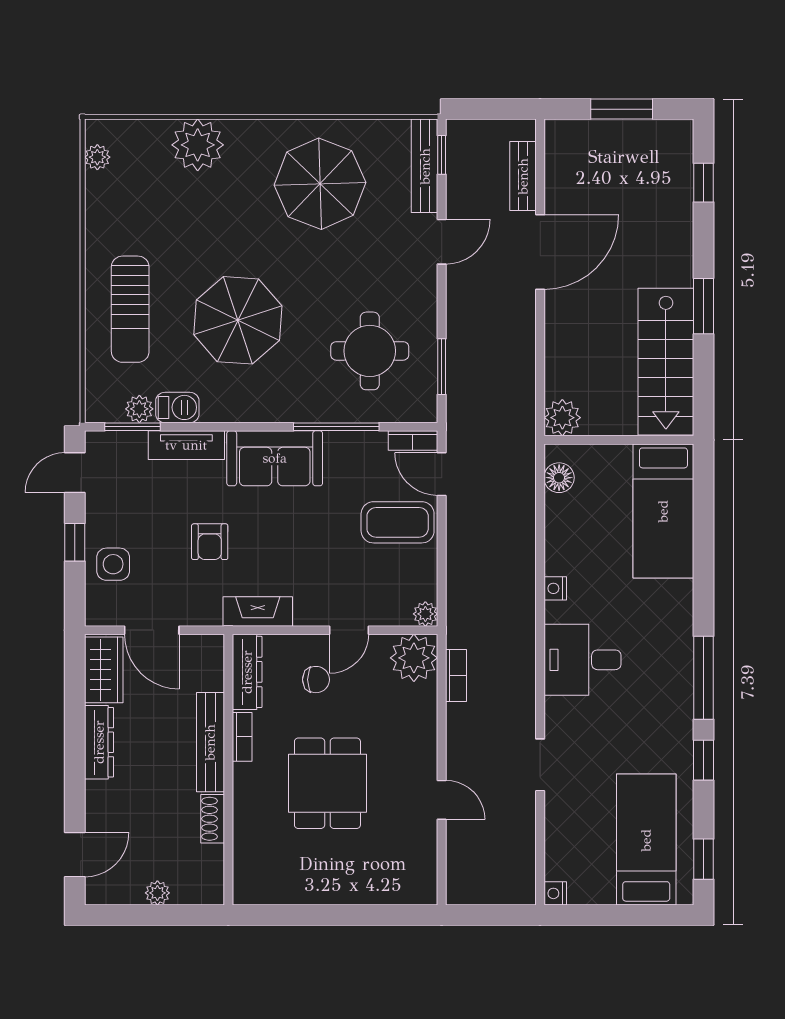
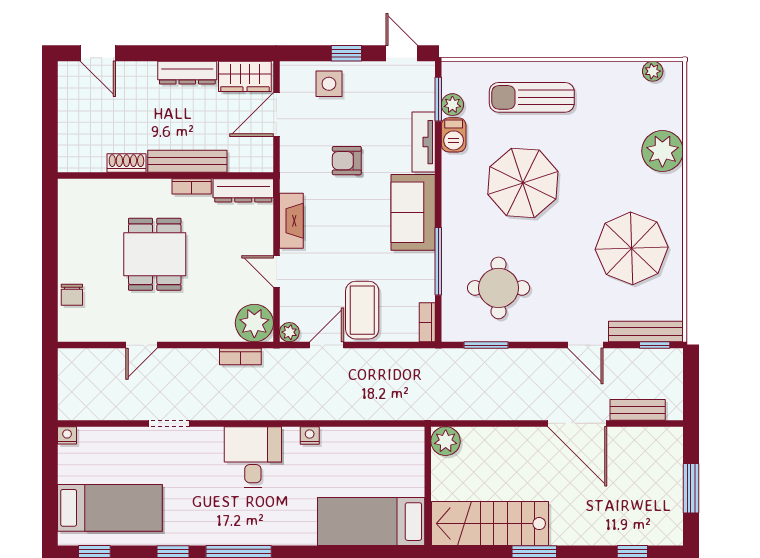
door: (442, 474) -> (327, 345), moved
floor lamp: (559, 478) -> (398, 438), removed
fireplace: (258, 611) -> (291, 221), moved
chair: (316, 680) -> (72, 295), moved
dining table: (327, 783) -> (155, 254), turned 90
plant: (157, 893) -> (67, 119), removed

